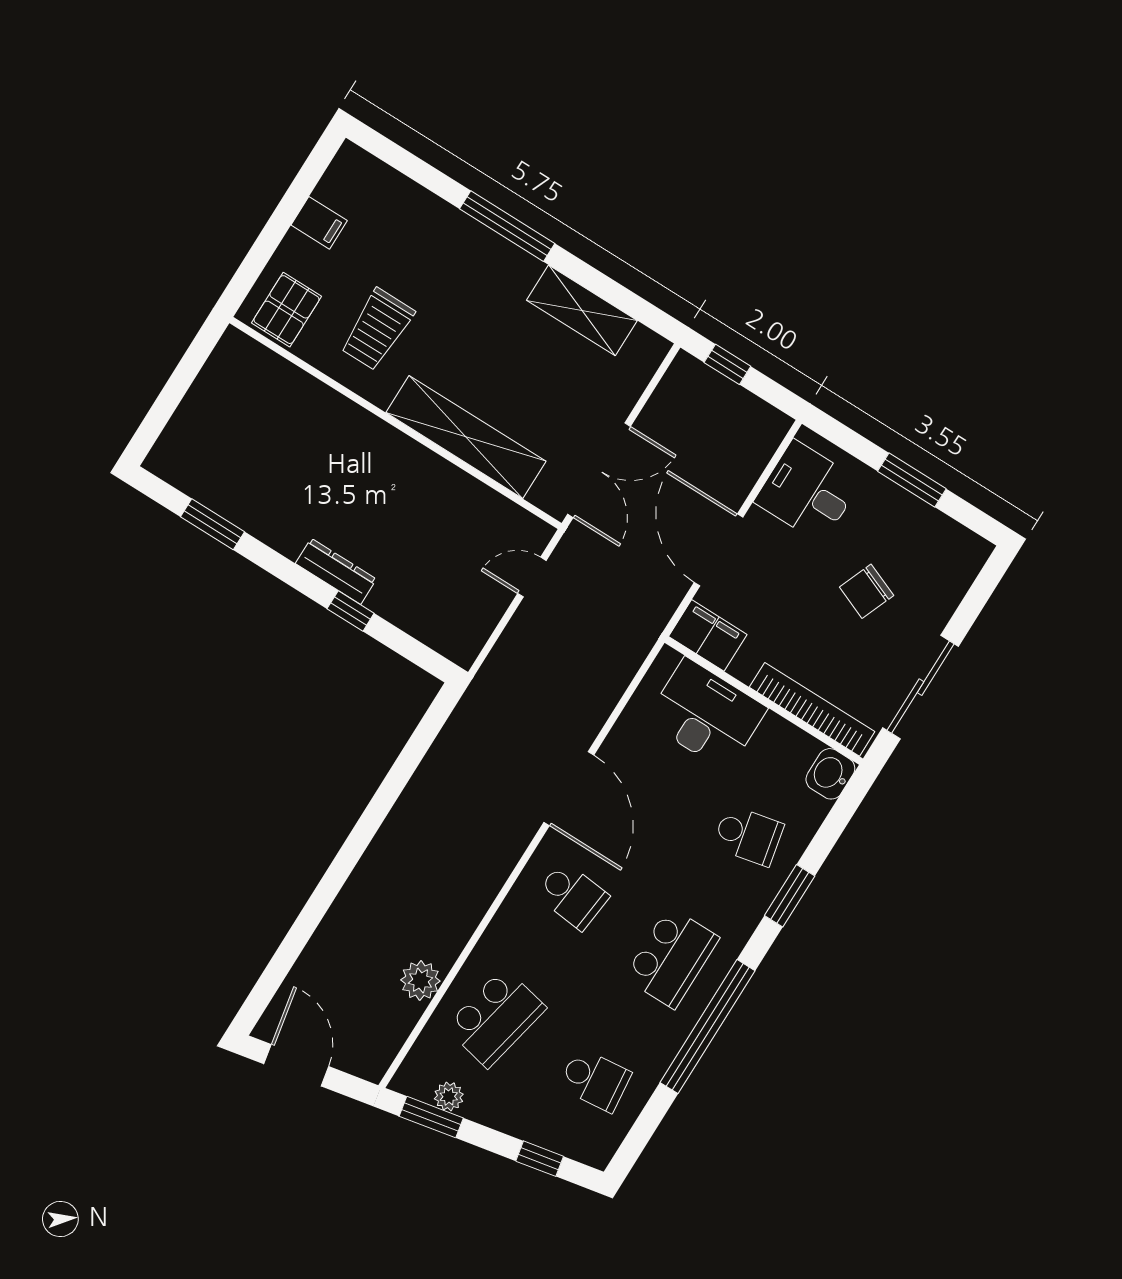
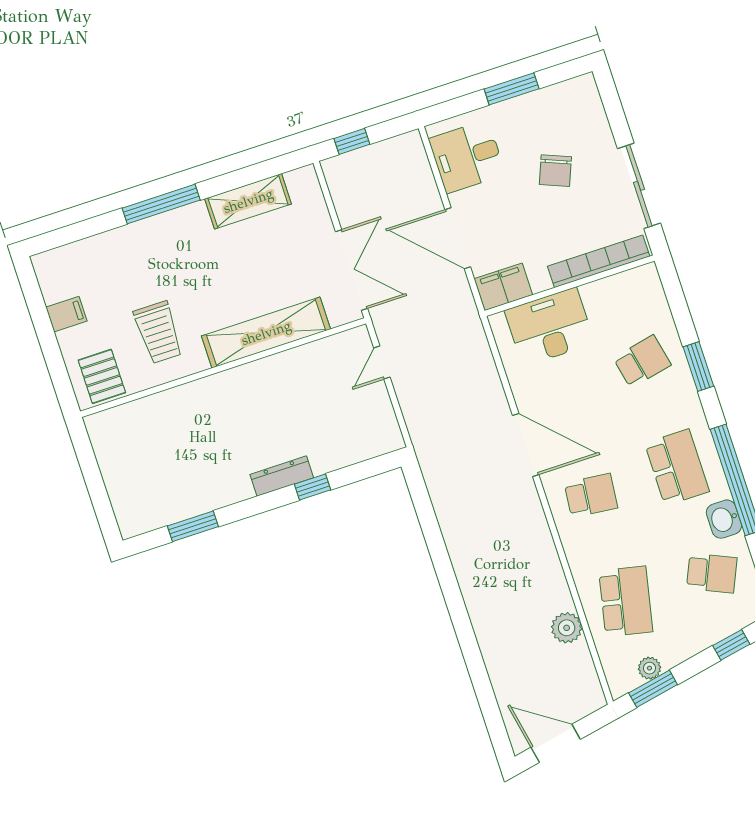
washbasin: (830, 774) -> (724, 519), moved
school desk: (595, 1080) -> (712, 573), turned 30

